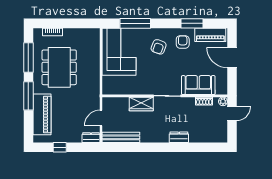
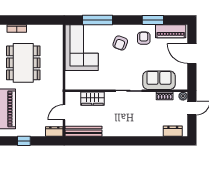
wardrobe: (141, 104) -> (92, 99), moved
dresser: (179, 137) -> (173, 131), moved

